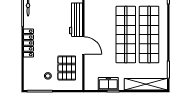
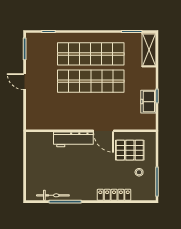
locker: (28, 43) -> (114, 195), moved
door: (83, 45) -> (103, 131), swing flipped
shelving: (146, 84) -> (149, 50), width x0.68

